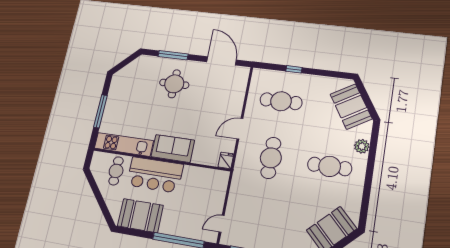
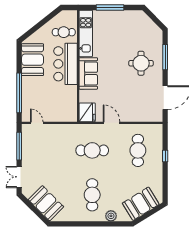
fridge: (226, 160) -> (87, 112), width x1.88, depth x1.34

